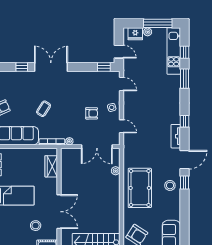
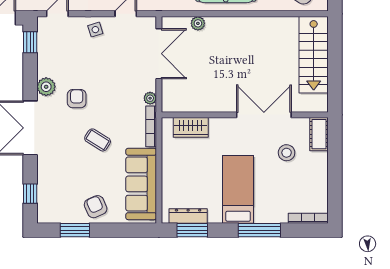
window: (22, 67) -> (30, 194), moved
plant: (76, 77) -> (46, 87), added
armchair: (92, 113) -> (77, 99), moved

